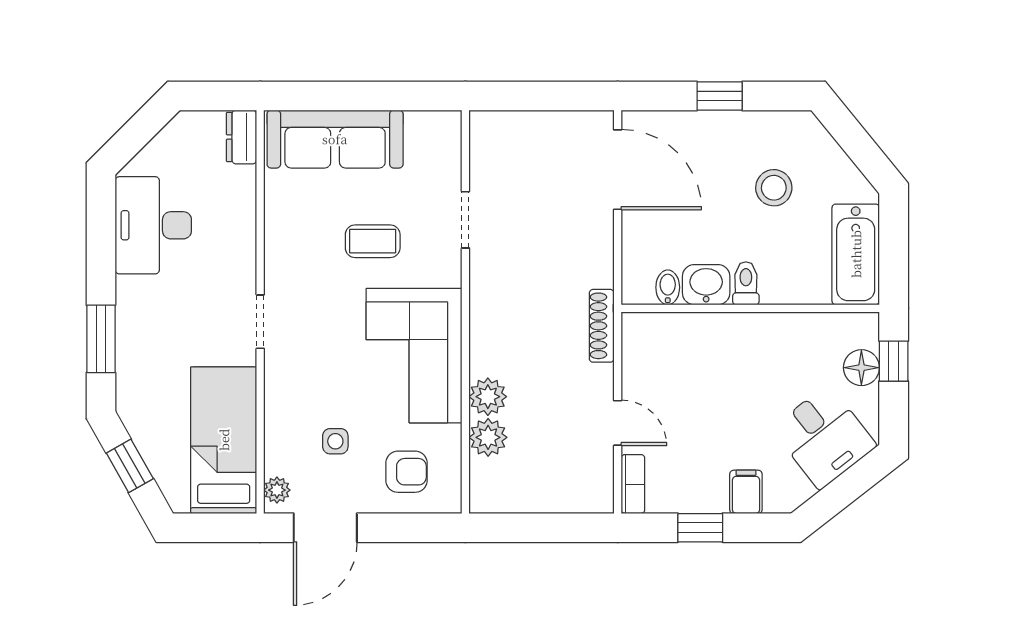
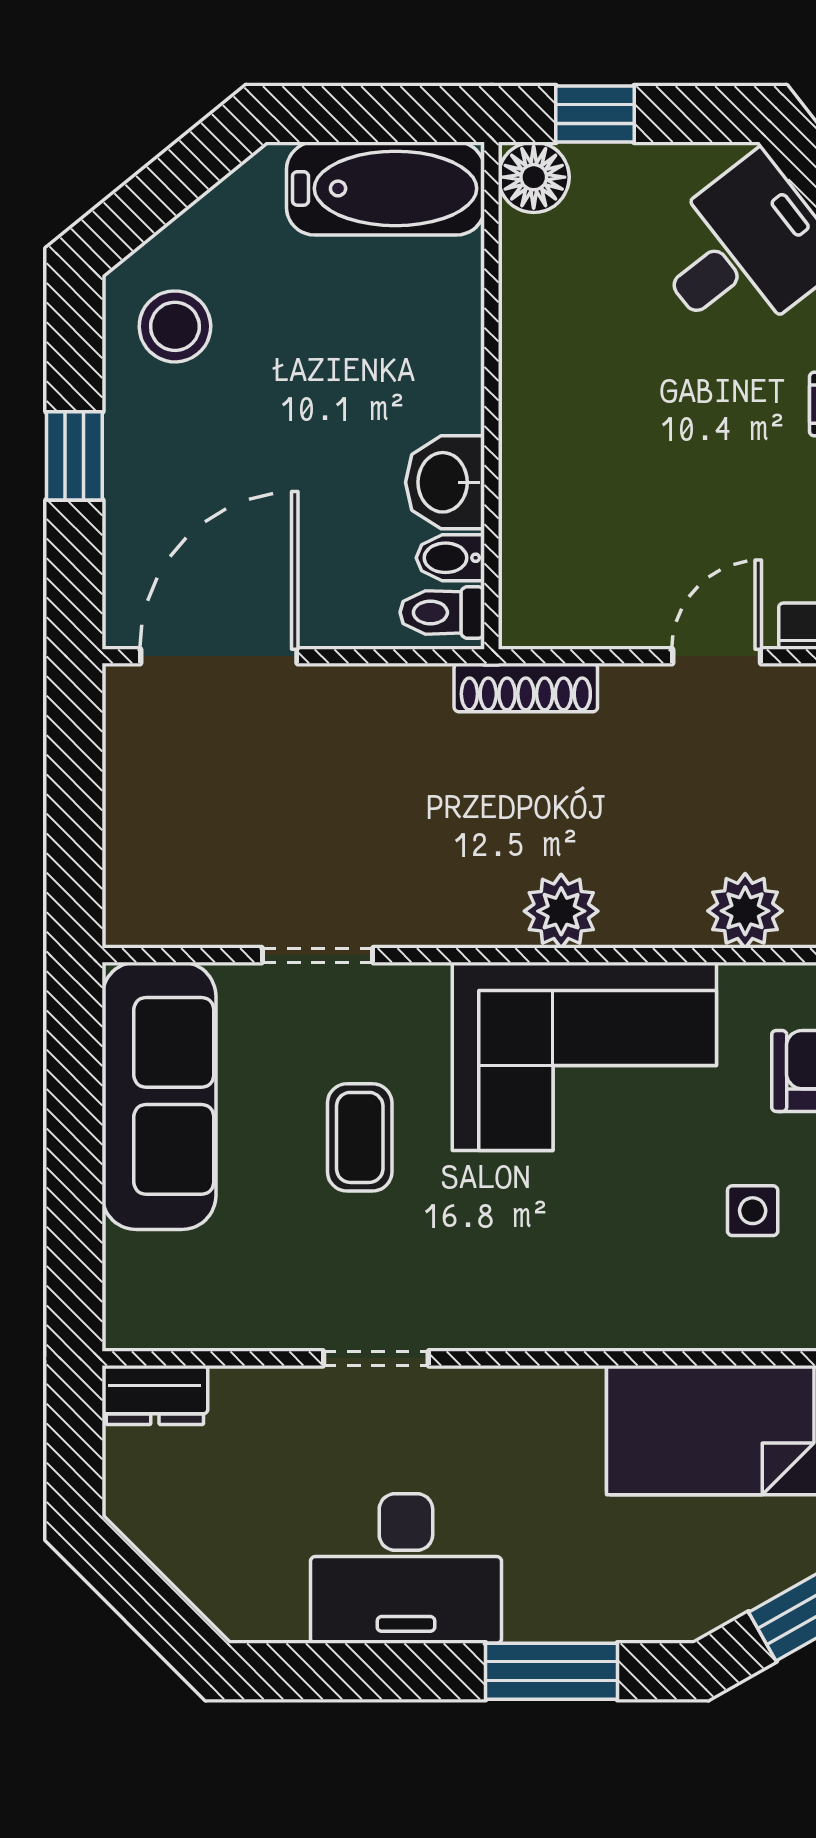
sofa: (335, 139) -> (159, 1096), moved
stool: (774, 188) -> (175, 326), moved
desk: (153, 225) -> (406, 1568), moved
toilet: (746, 283) -> (442, 612), moved
doorway: (260, 322) -> (376, 1358), moved
floor lamp: (861, 368) -> (534, 177), moved
plant: (488, 397) -> (561, 911), moved

